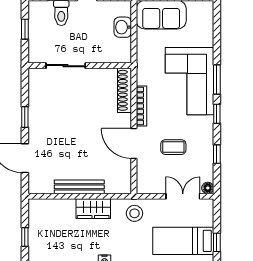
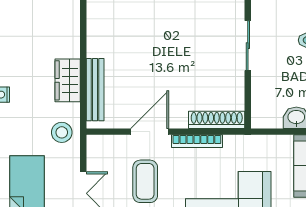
coffee table: (173, 147) -> (145, 181), width x1.36, depth x1.30
bench: (79, 187) -> (95, 90), moved

